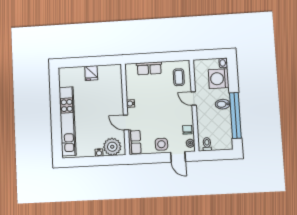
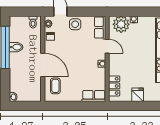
row of seats: (149, 68) -> (94, 96), moved
washing machine: (219, 79) -> (18, 82), removed
locker: (116, 81) -> (114, 86), added
door: (194, 99) -> (43, 65), width x1.88
bidet: (223, 104) -> (16, 47), moved

